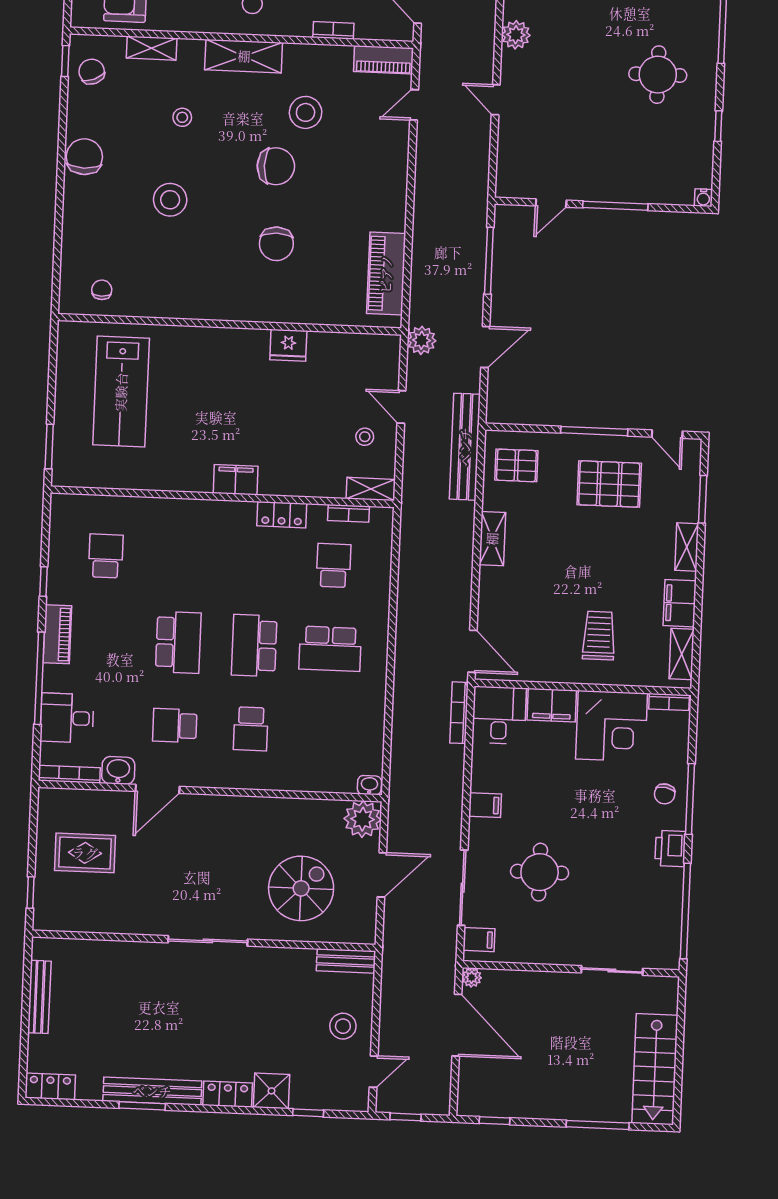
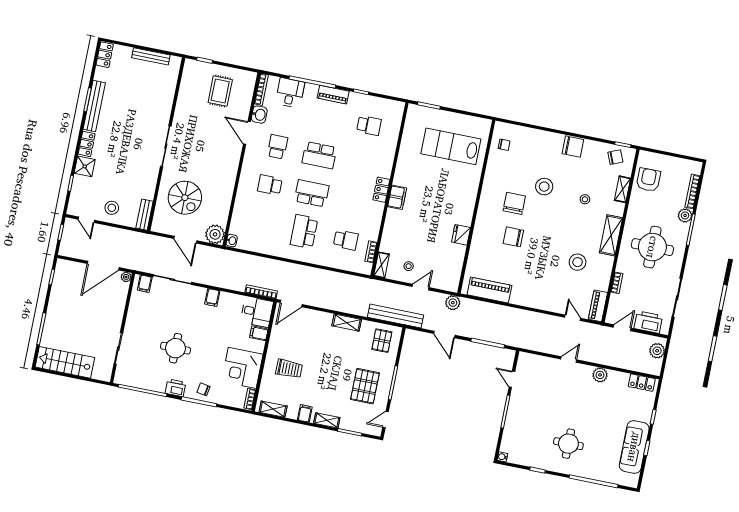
chair: (276, 166) -> (514, 203), moved, turned 180
locker: (282, 515) -> (381, 190), moved
filing cabinet: (680, 603) -> (305, 413), width x0.50
filing cabinet: (552, 705) -> (259, 333), width x0.50
round table: (540, 872) -> (176, 348), moved

